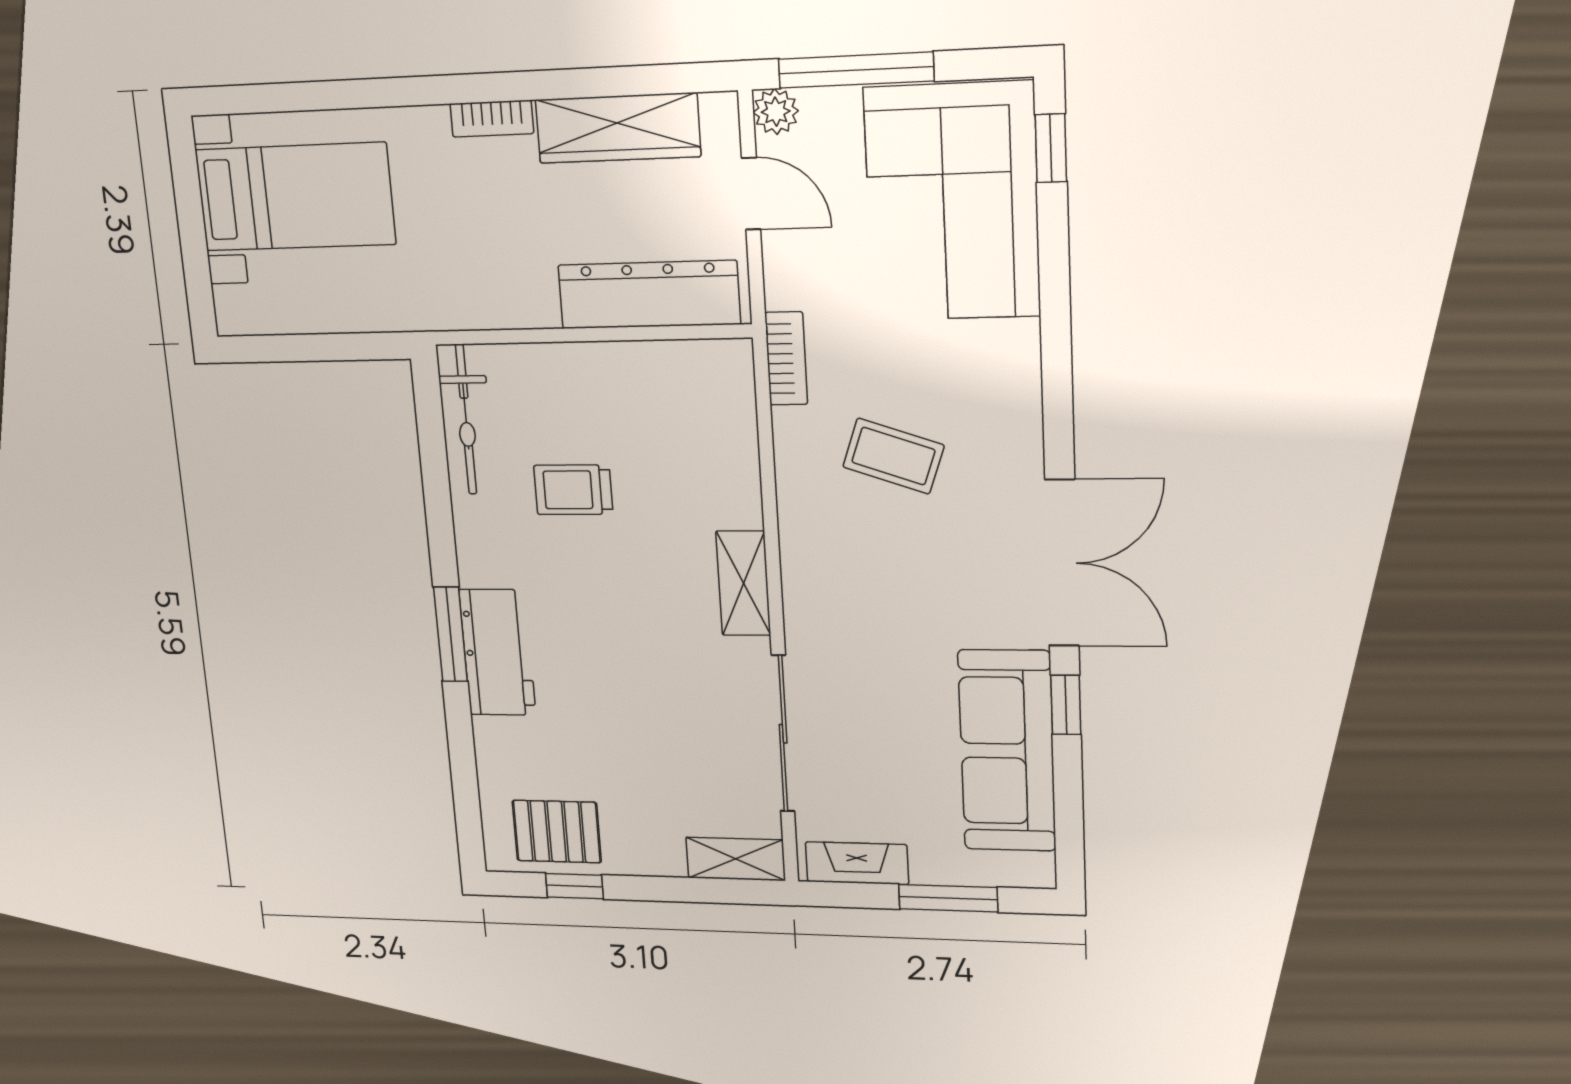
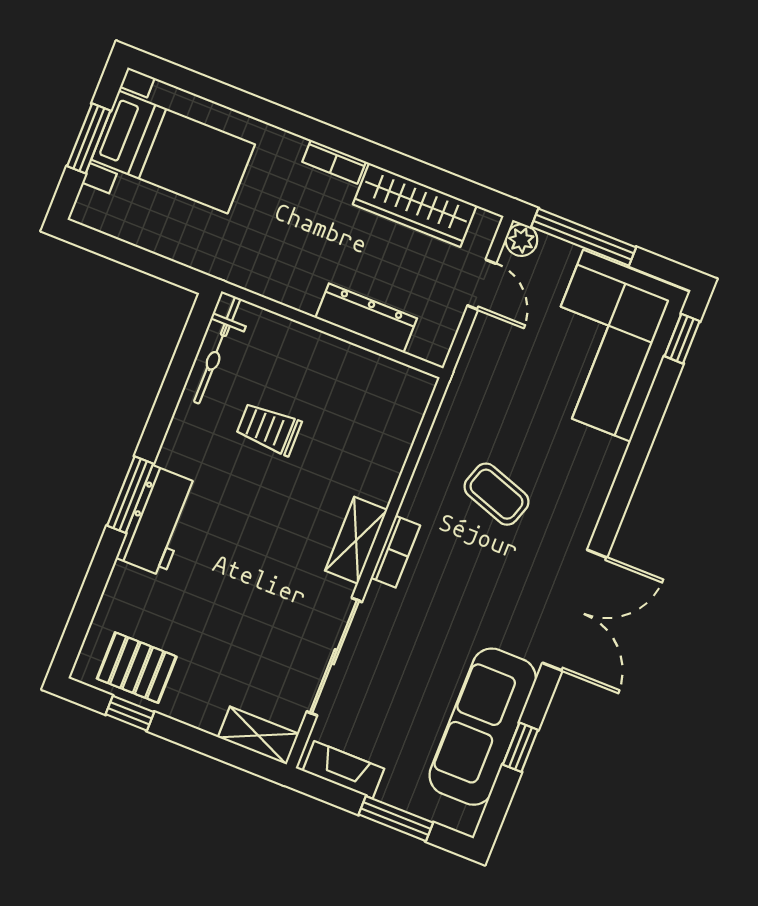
window: (191, 226) -> (89, 138), added
dresser: (649, 295) -> (366, 318), width x0.73, depth x0.80
bookcase: (786, 358) -> (396, 552), moved
window: (1066, 705) -> (520, 747), moved

